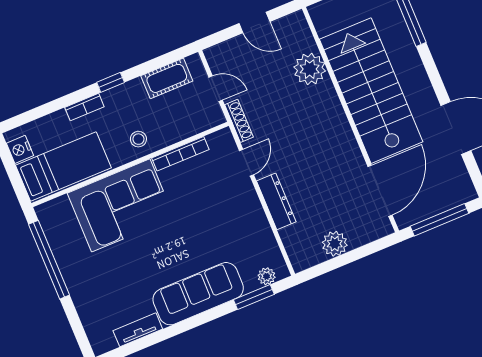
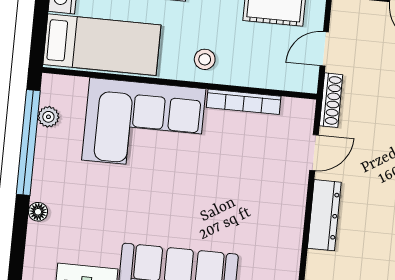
door: (216, 89) -> (324, 49), swing flipped
plant: (53, 235) -> (48, 117), added
floor lamp: (81, 303) -> (38, 212), added

